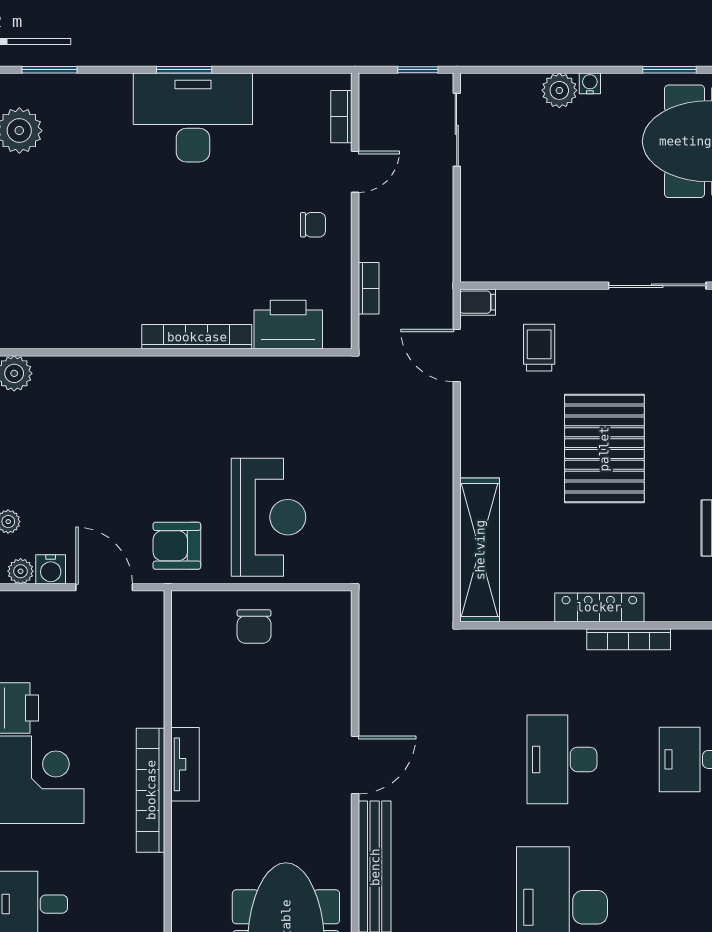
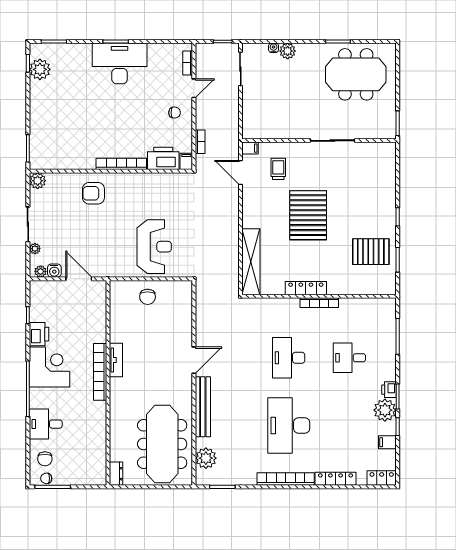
water cooler: (590, 83) -> (274, 48), moved
filing cabinet: (338, 331) -> (186, 161), added
armchair: (177, 546) -> (93, 193), moved

